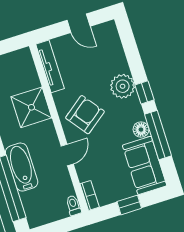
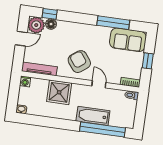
washing machine: (24, 55) -> (25, 81), added
plant: (123, 86) -> (36, 25), moved
window: (144, 92) -> (50, 14), moved
floor lamp: (141, 130) -> (51, 24), moved

